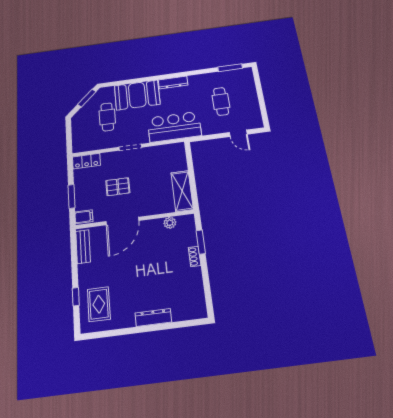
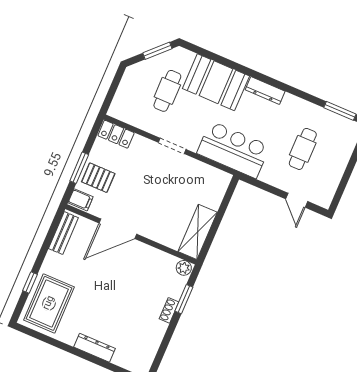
pallet: (118, 187) -> (98, 178), moved
plant: (170, 223) -> (184, 268), moved
rug: (99, 304) -> (49, 303), width x1.36, depth x1.43

